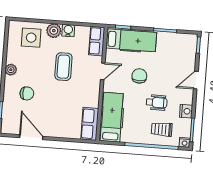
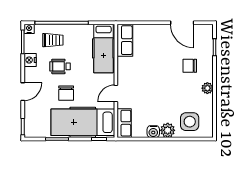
hospital bed: (131, 40) -> (83, 122), width x1.37, depth x1.29
coffee table: (63, 67) -> (155, 95), removed
chair: (139, 76) -> (66, 93), moved

